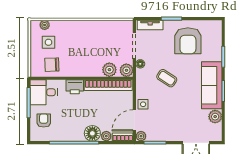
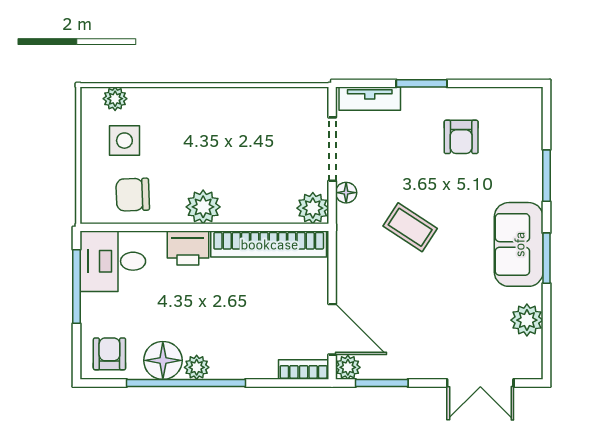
armchair: (188, 41) -> (461, 137), width x0.53, depth x0.53
plant: (109, 70) -> (203, 207), moved
sofa: (212, 85) -> (519, 244), width x0.73
side table: (143, 104) -> (353, 290), removed
armchair: (44, 120) -> (109, 354), moved
door: (134, 120) -> (332, 329), swing flipped
floor lamp: (92, 133) -> (163, 360), moved
plant: (106, 136) -> (197, 367), moved

